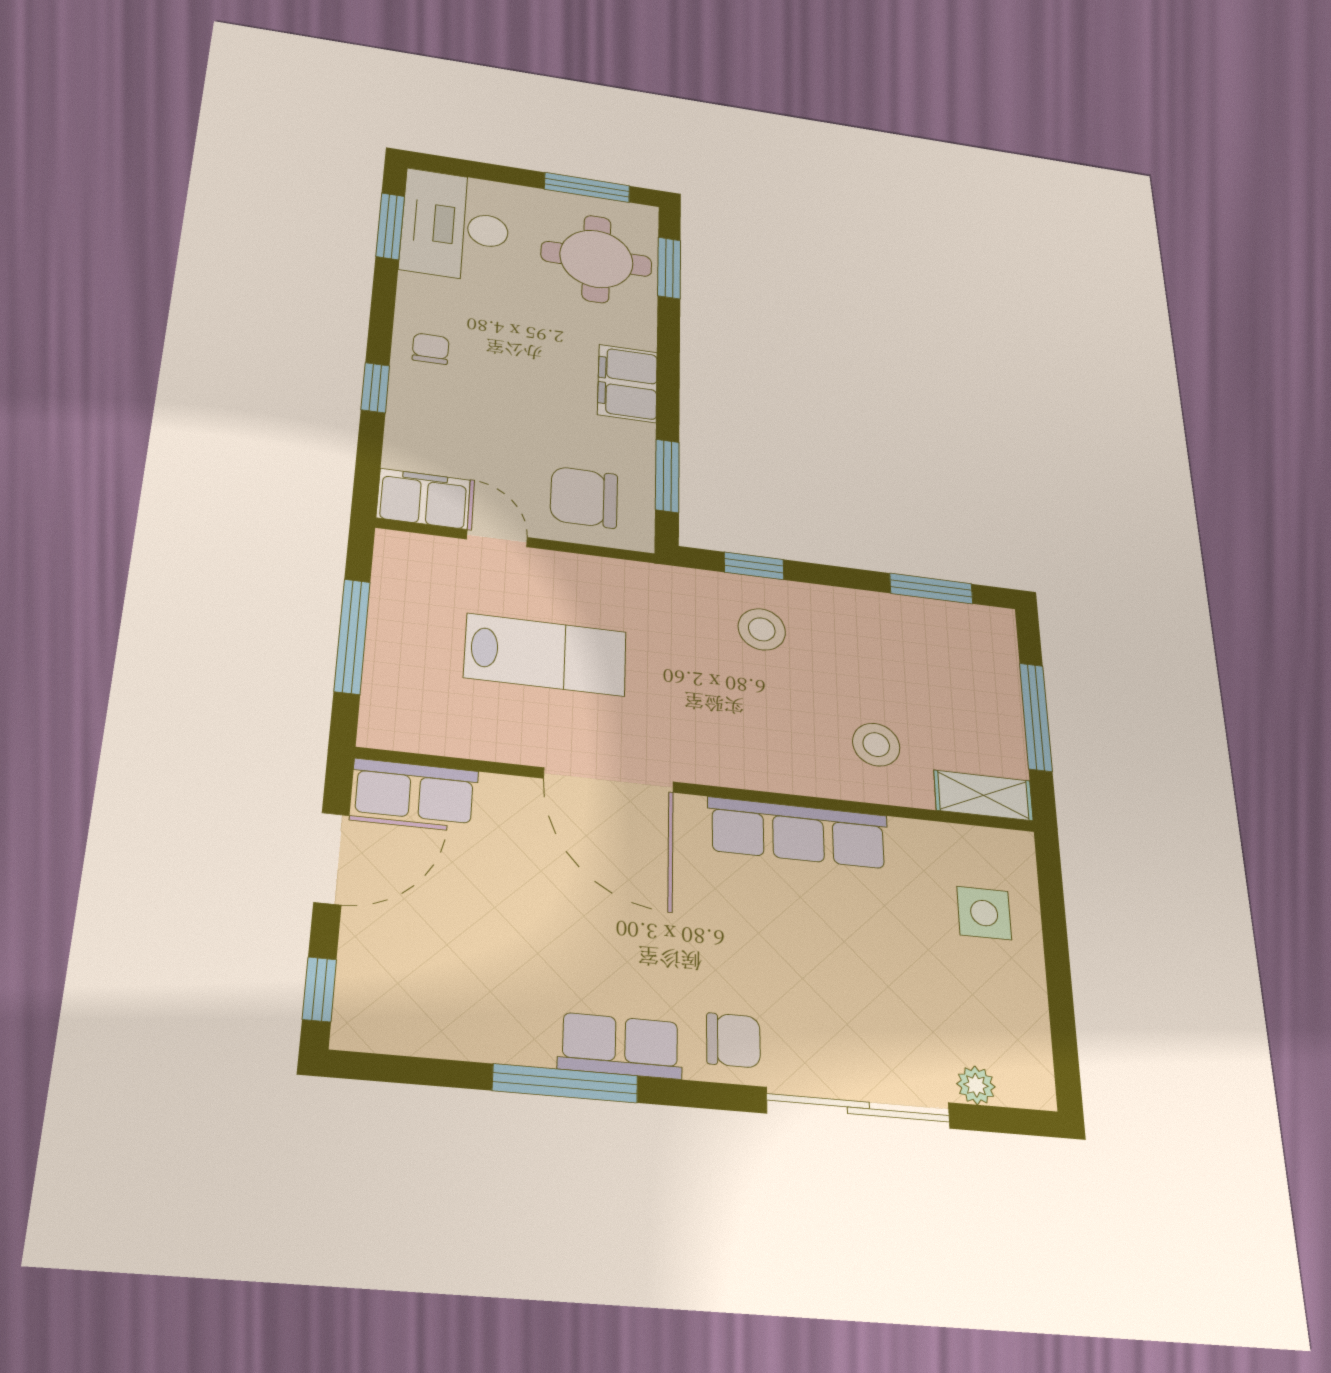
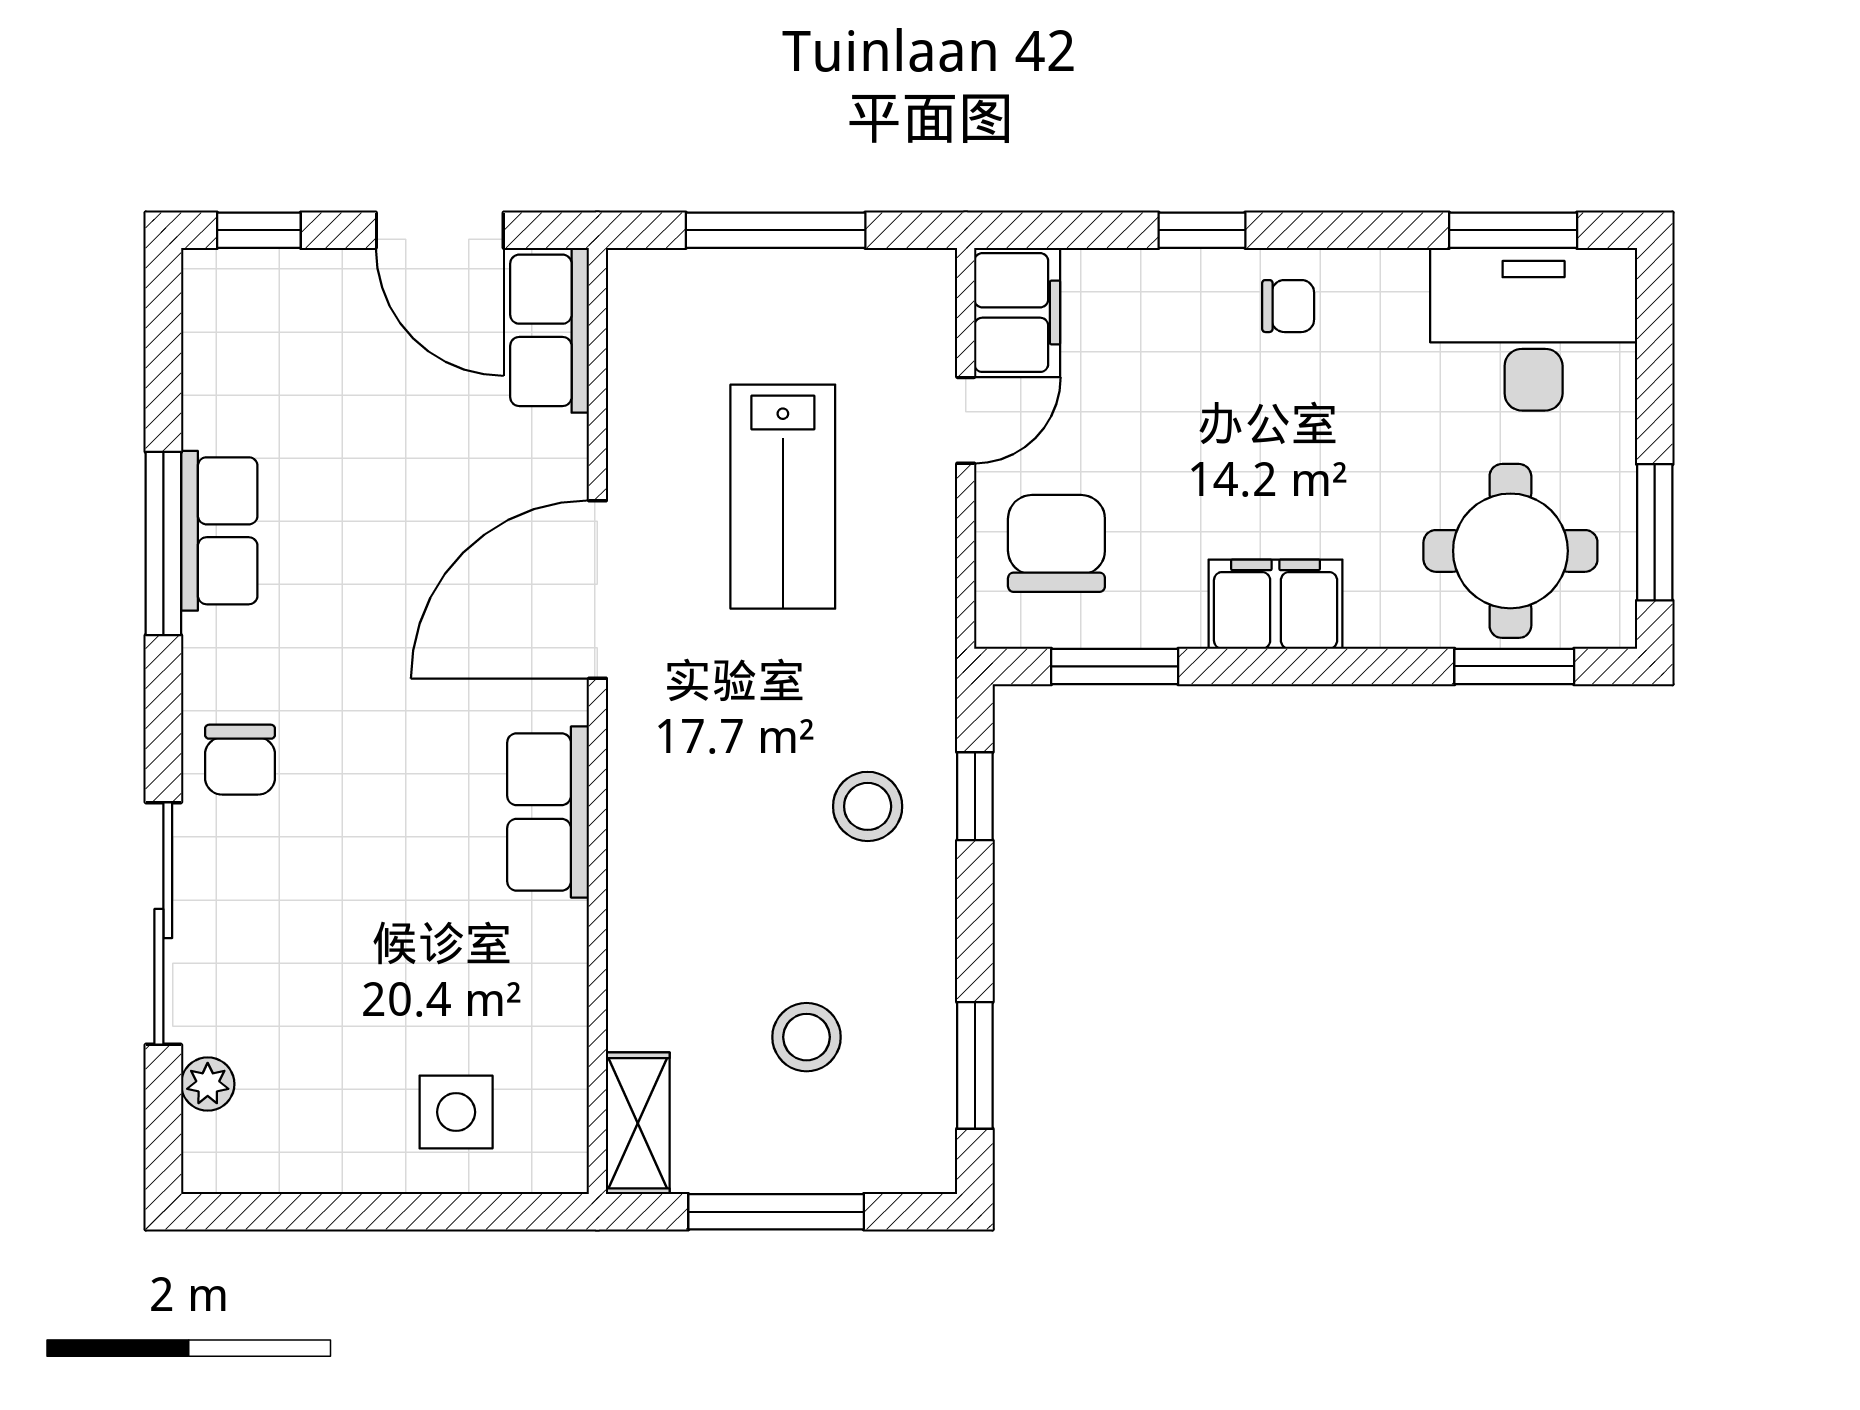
stool: (876, 745) -> (806, 1037), moved
row of seats: (798, 833) -> (548, 812), width x0.68
row of seats: (620, 1046) -> (219, 531), moved

